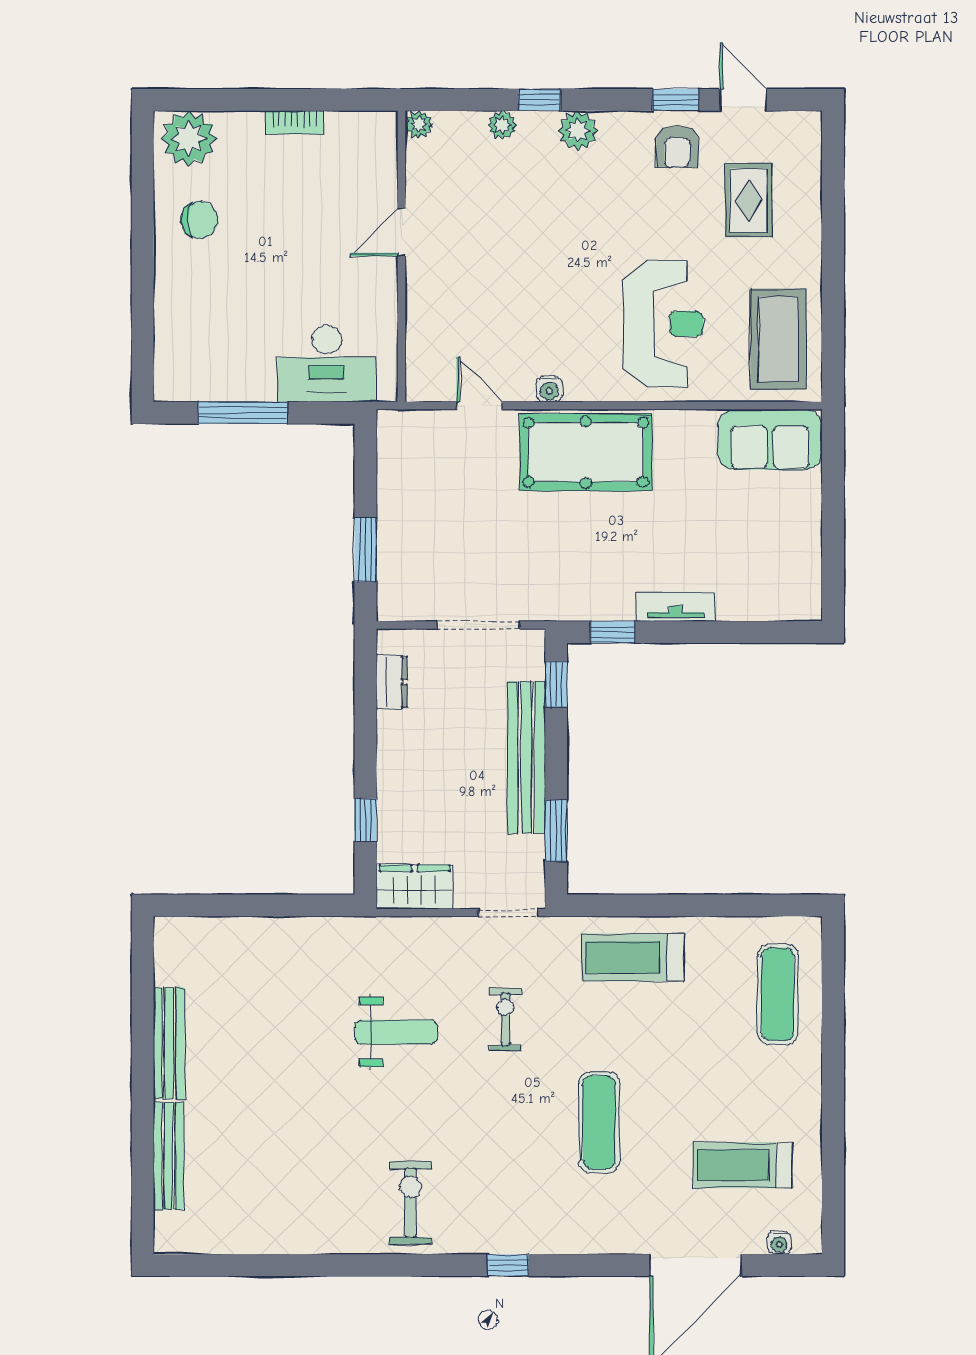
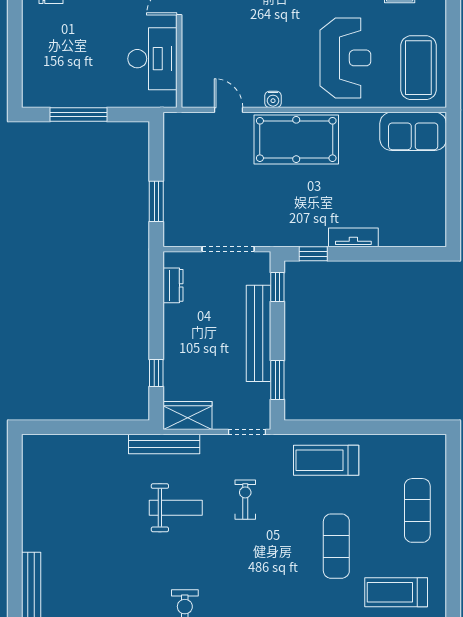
desk: (327, 363) -> (152, 59), moved, turned -90
exercise mat: (778, 994) -> (417, 510), moved
bench: (169, 1043) -> (164, 444), moved, turned 90
exercise mat: (599, 1122) -> (336, 546), moved

